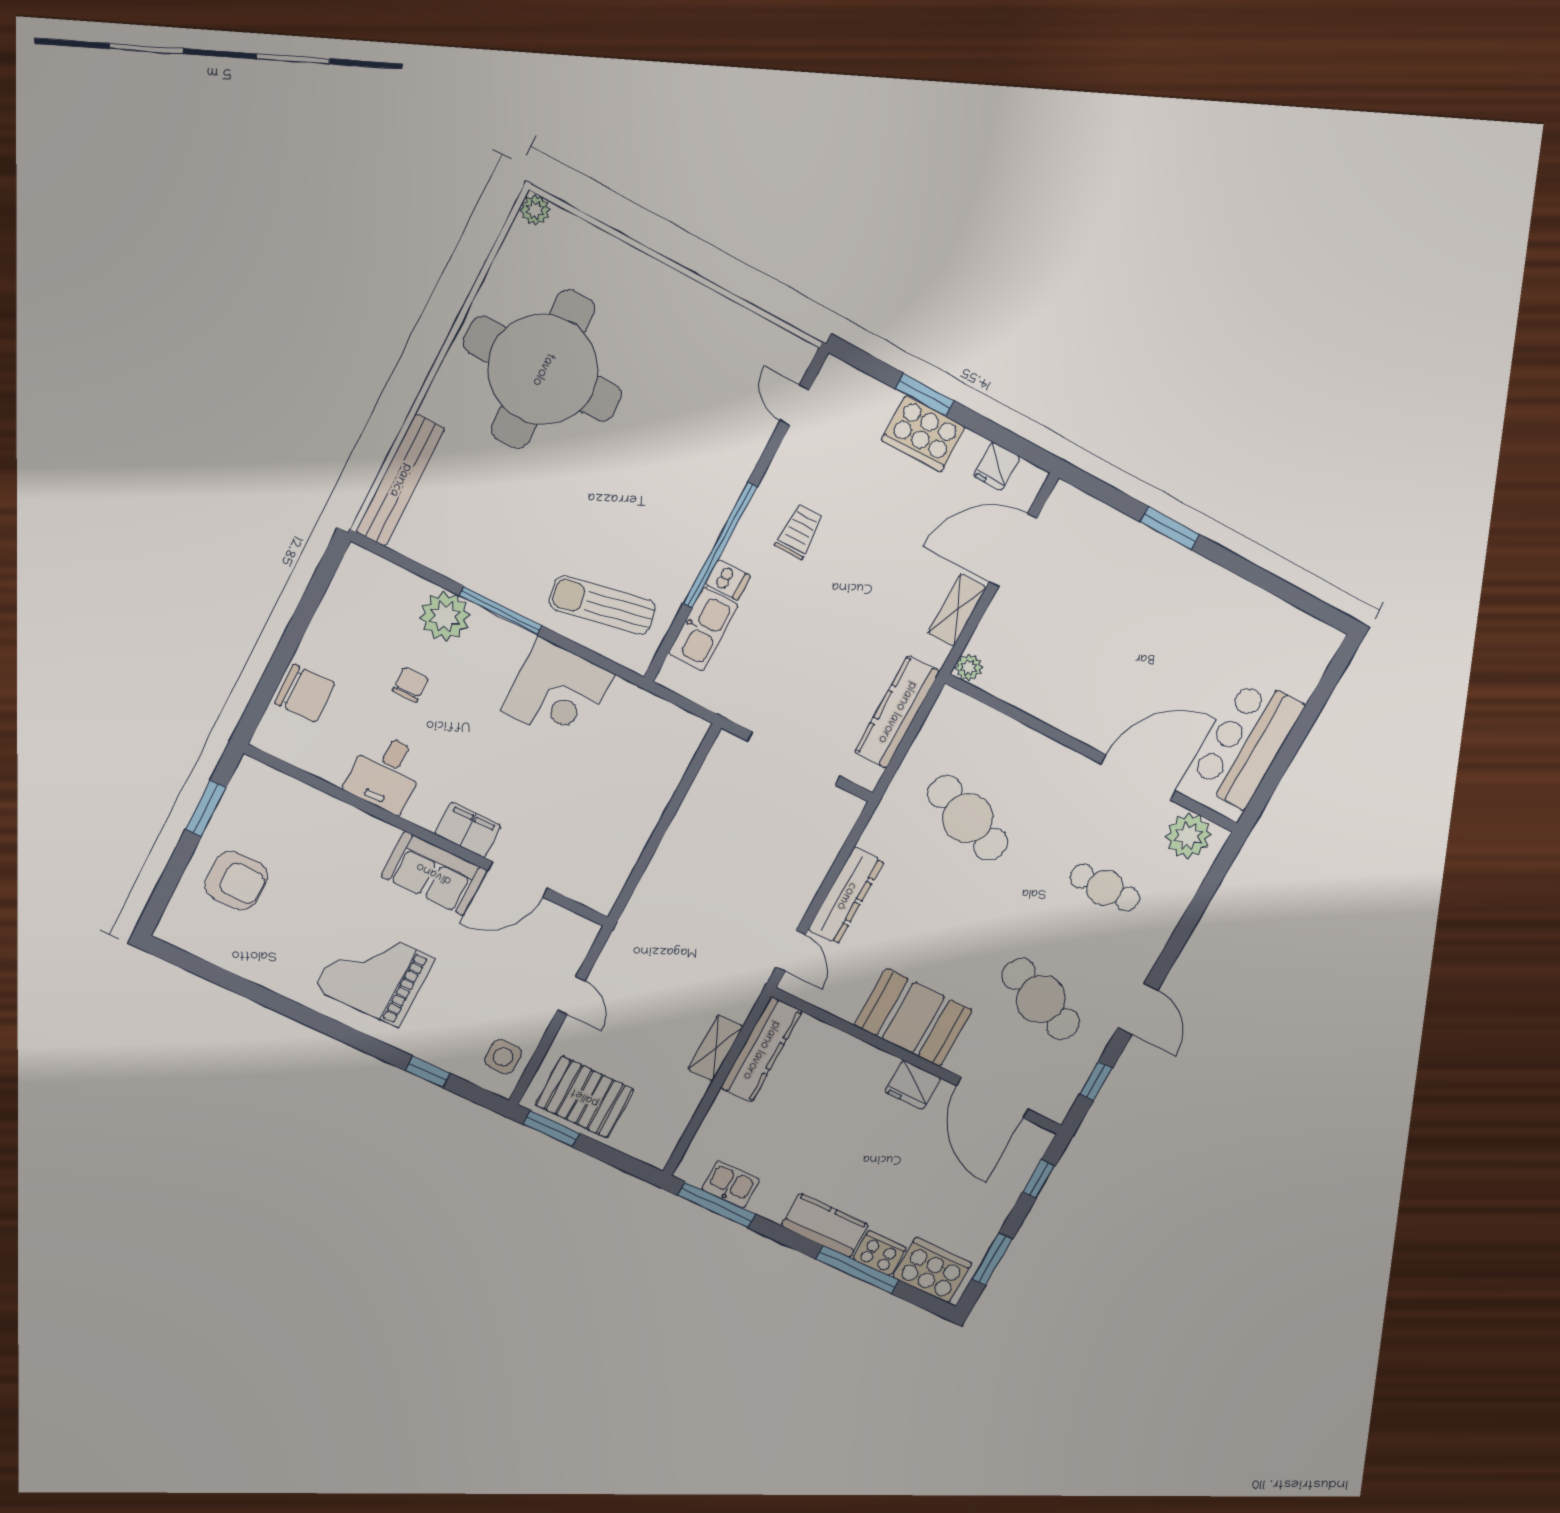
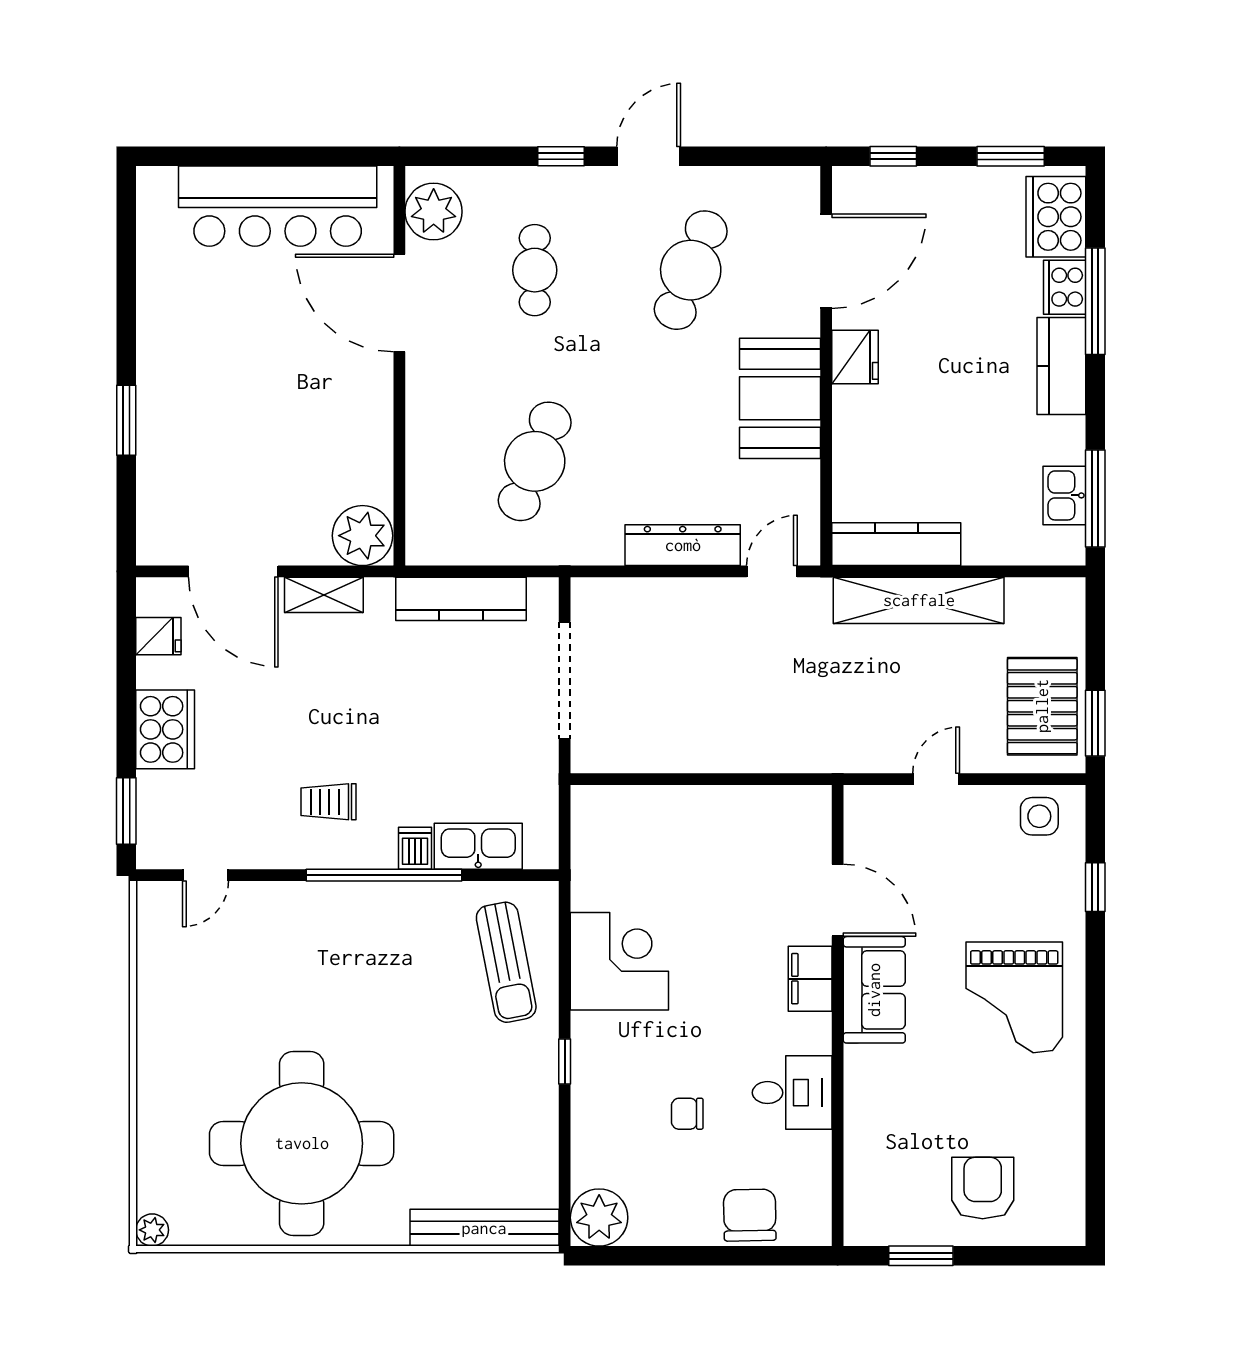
window: (925, 395) -> (126, 811), moved
window: (501, 611) -> (565, 1062), width x0.46
plant: (445, 616) -> (599, 1218), moved
plant: (969, 667) -> (362, 536), width x1.88, depth x1.88
bar counter: (1247, 743) -> (278, 206), width x1.36
shelving: (715, 1048) -> (919, 600), width x2.20, depth x1.33
window: (1096, 1081) -> (561, 156), moved

